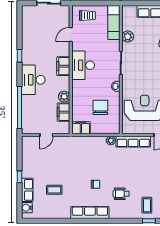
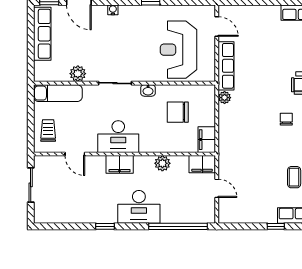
filing cabinet: (64, 112) -> (202, 164), moved

